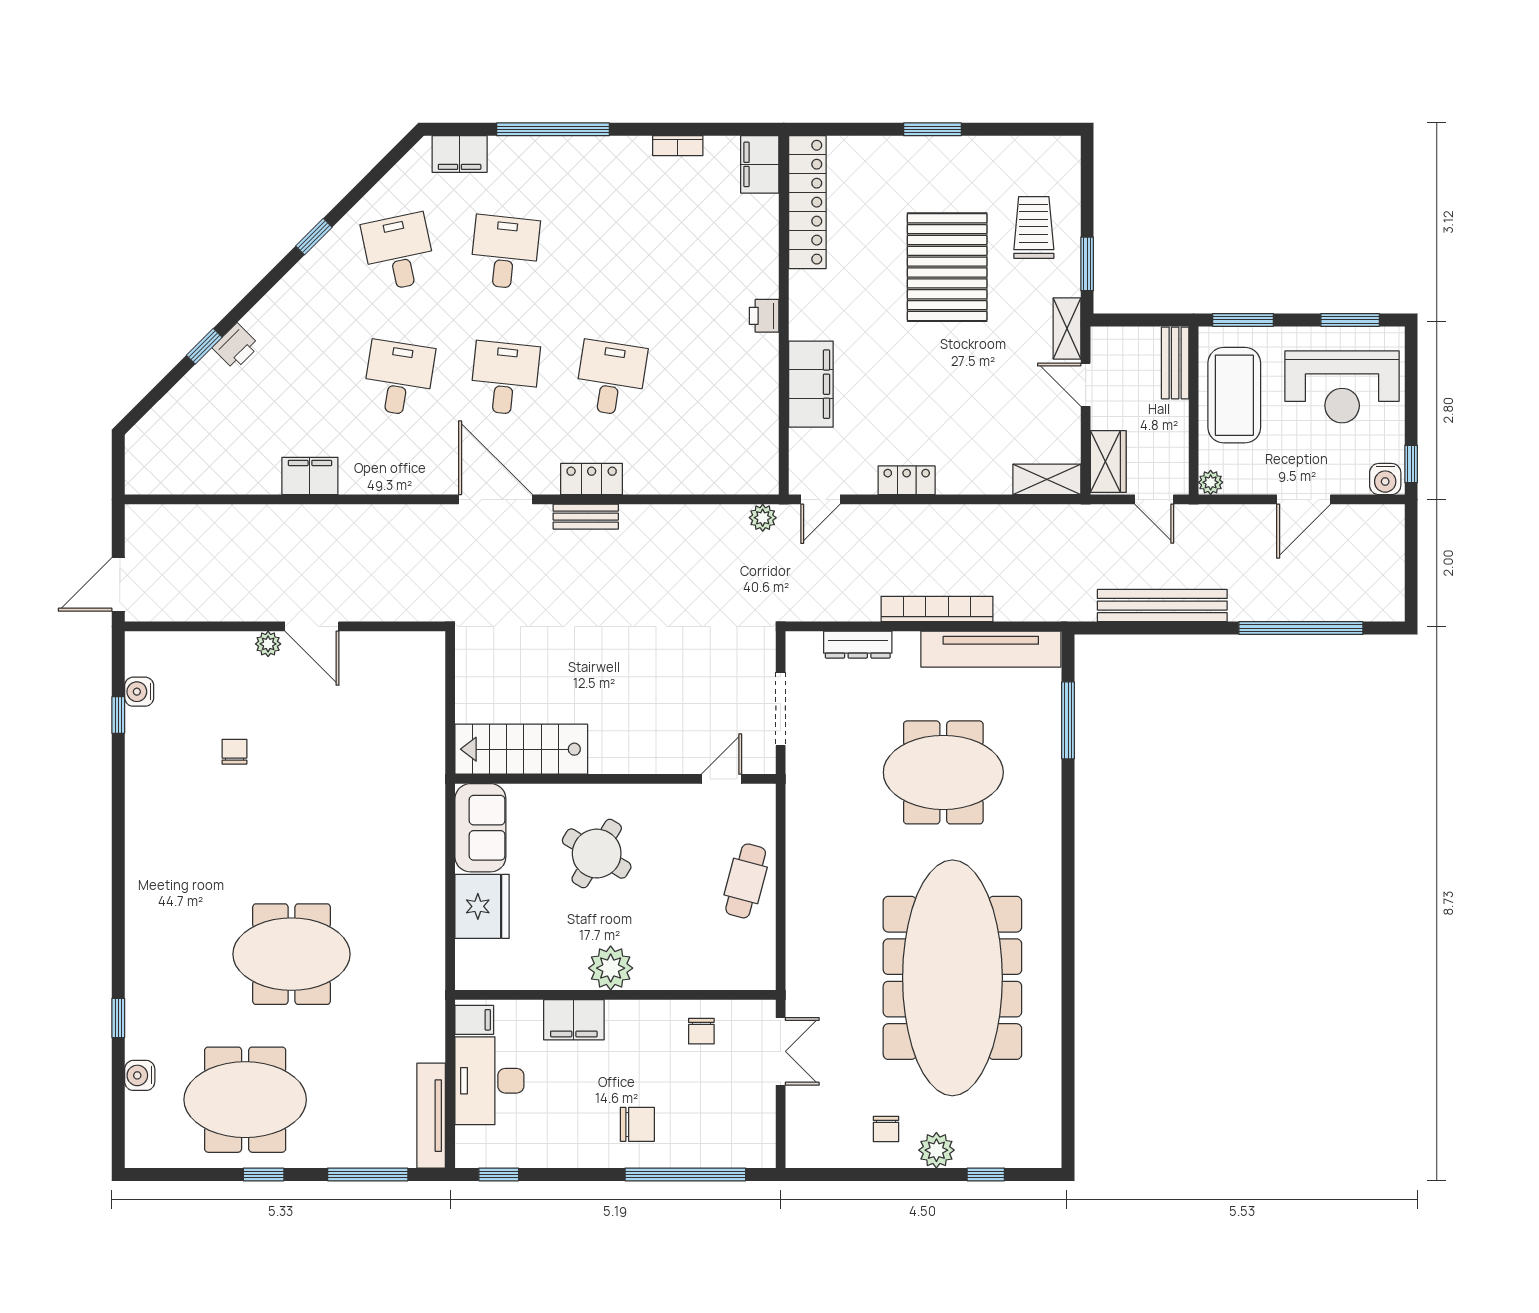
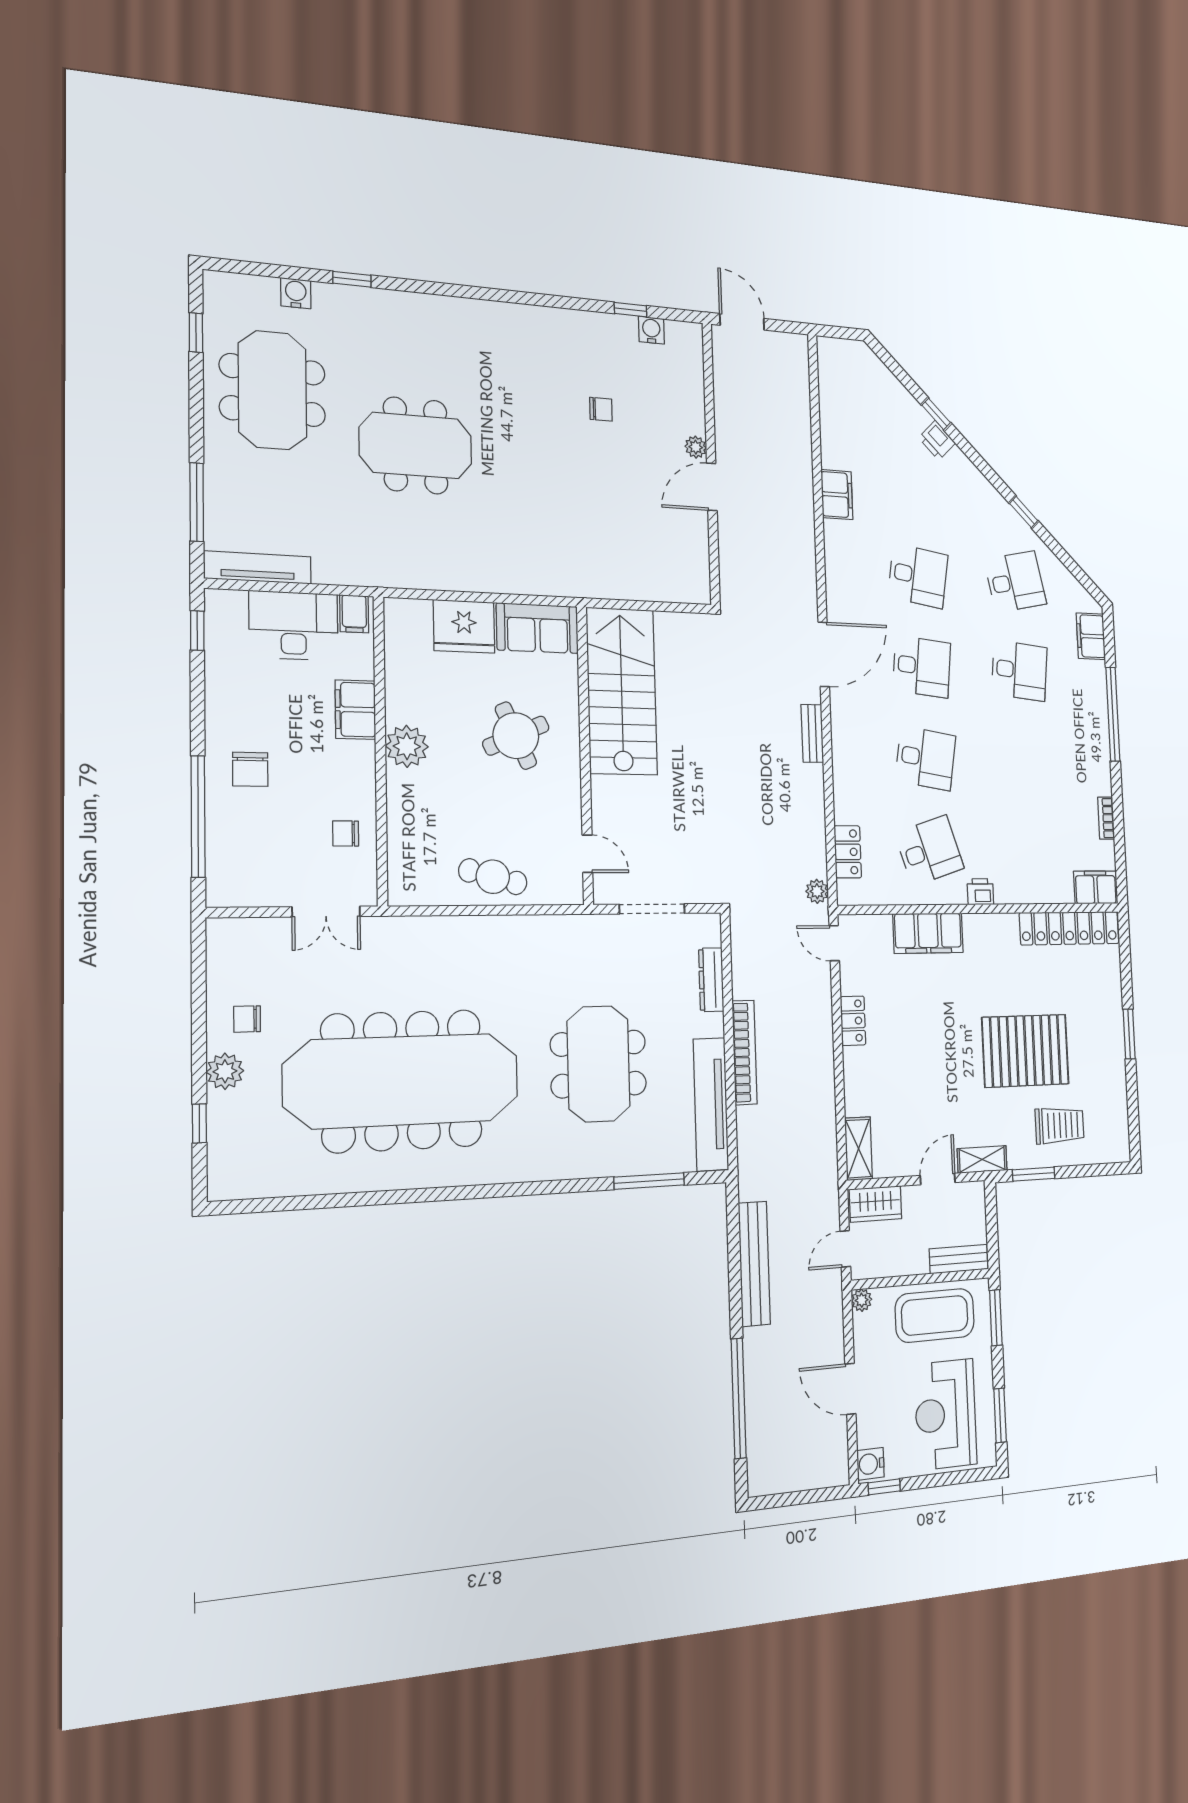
desk: (717, 378) -> (929, 851), added
locker: (592, 479) -> (848, 852), moved
stairs: (521, 749) -> (622, 691), width x1.36, depth x1.51
round table: (597, 854) -> (516, 736), turned 35
meeting table: (291, 954) -> (416, 446), turned 90
window: (264, 1174) -> (196, 333), moved

